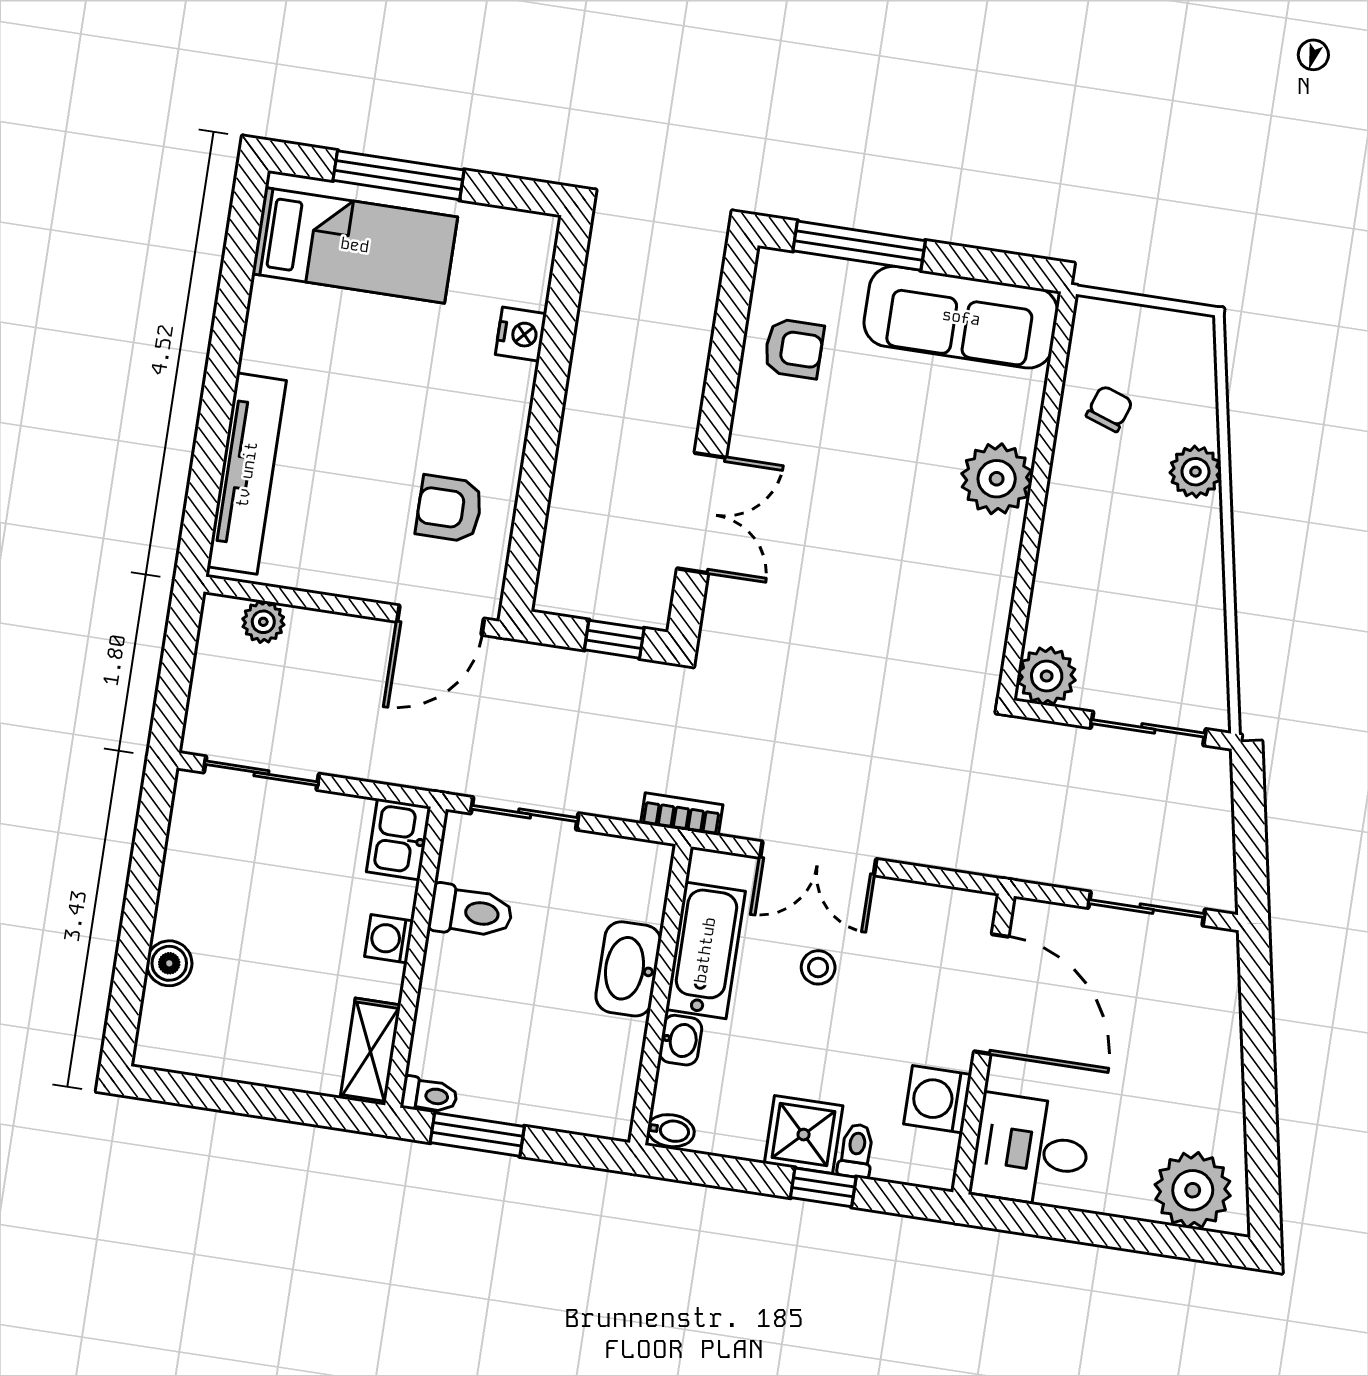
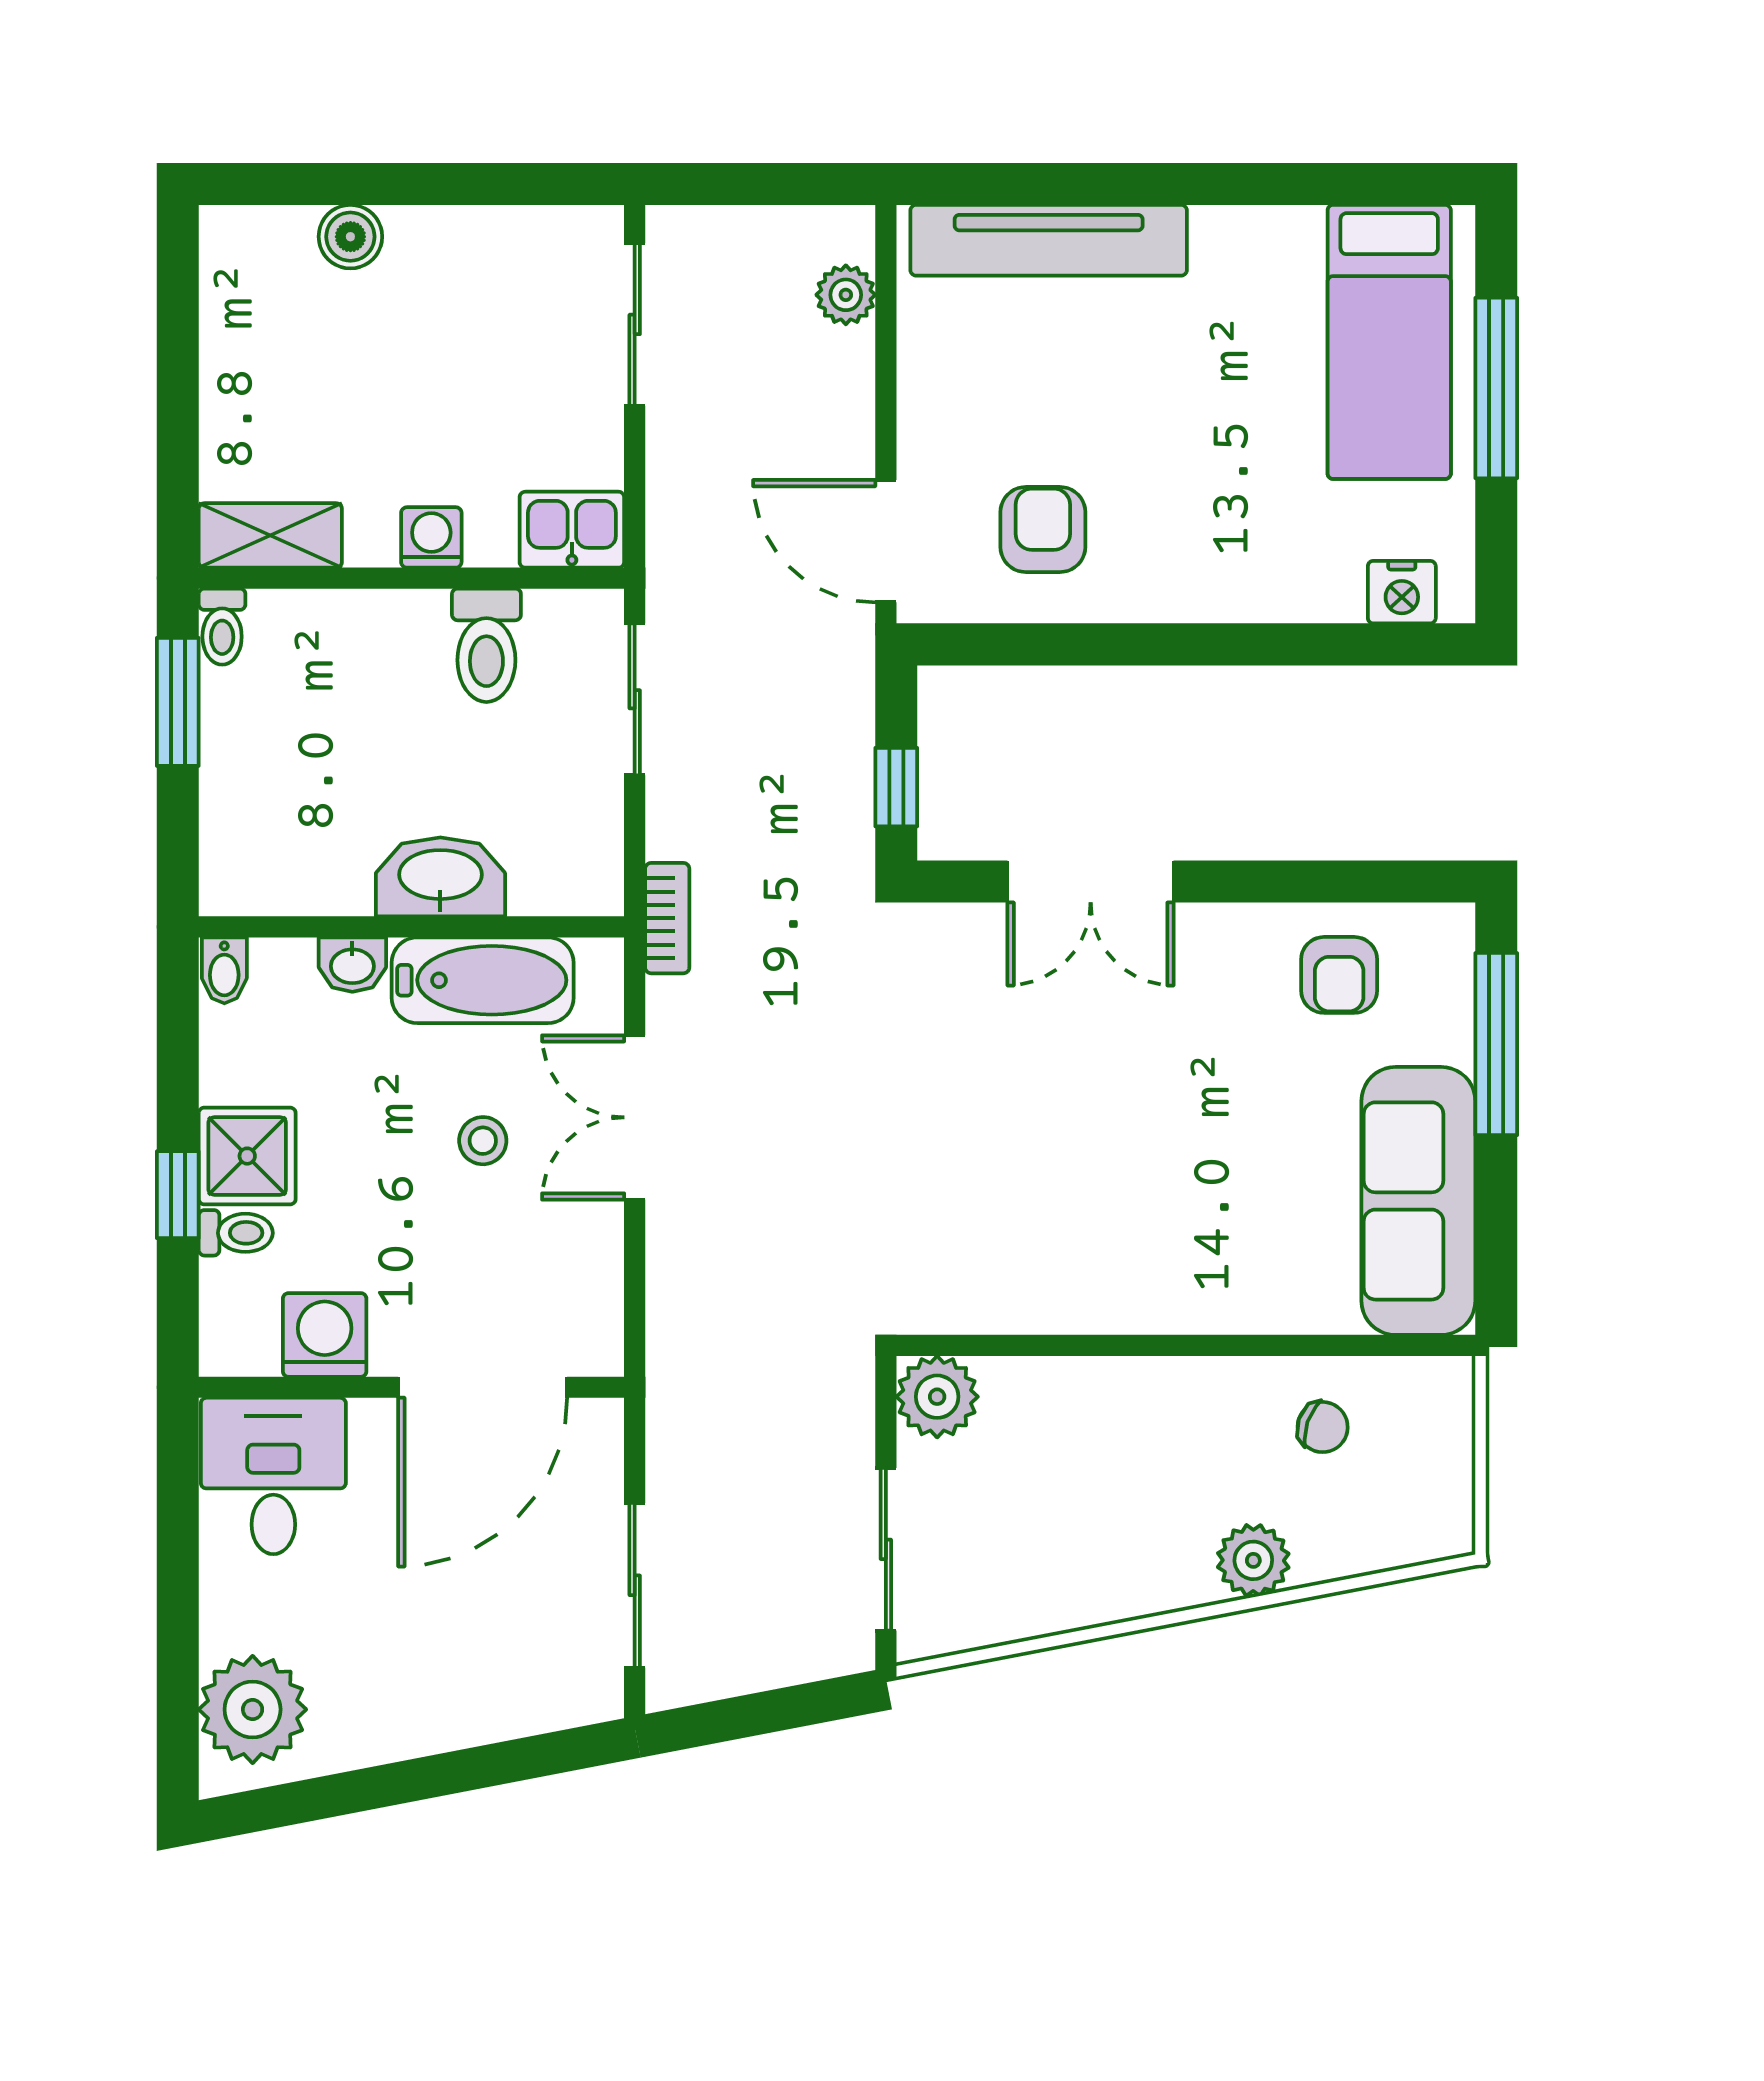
nightstand: (521, 334) -> (1402, 592), moved
plant: (997, 479) -> (1201, 1285), removed

